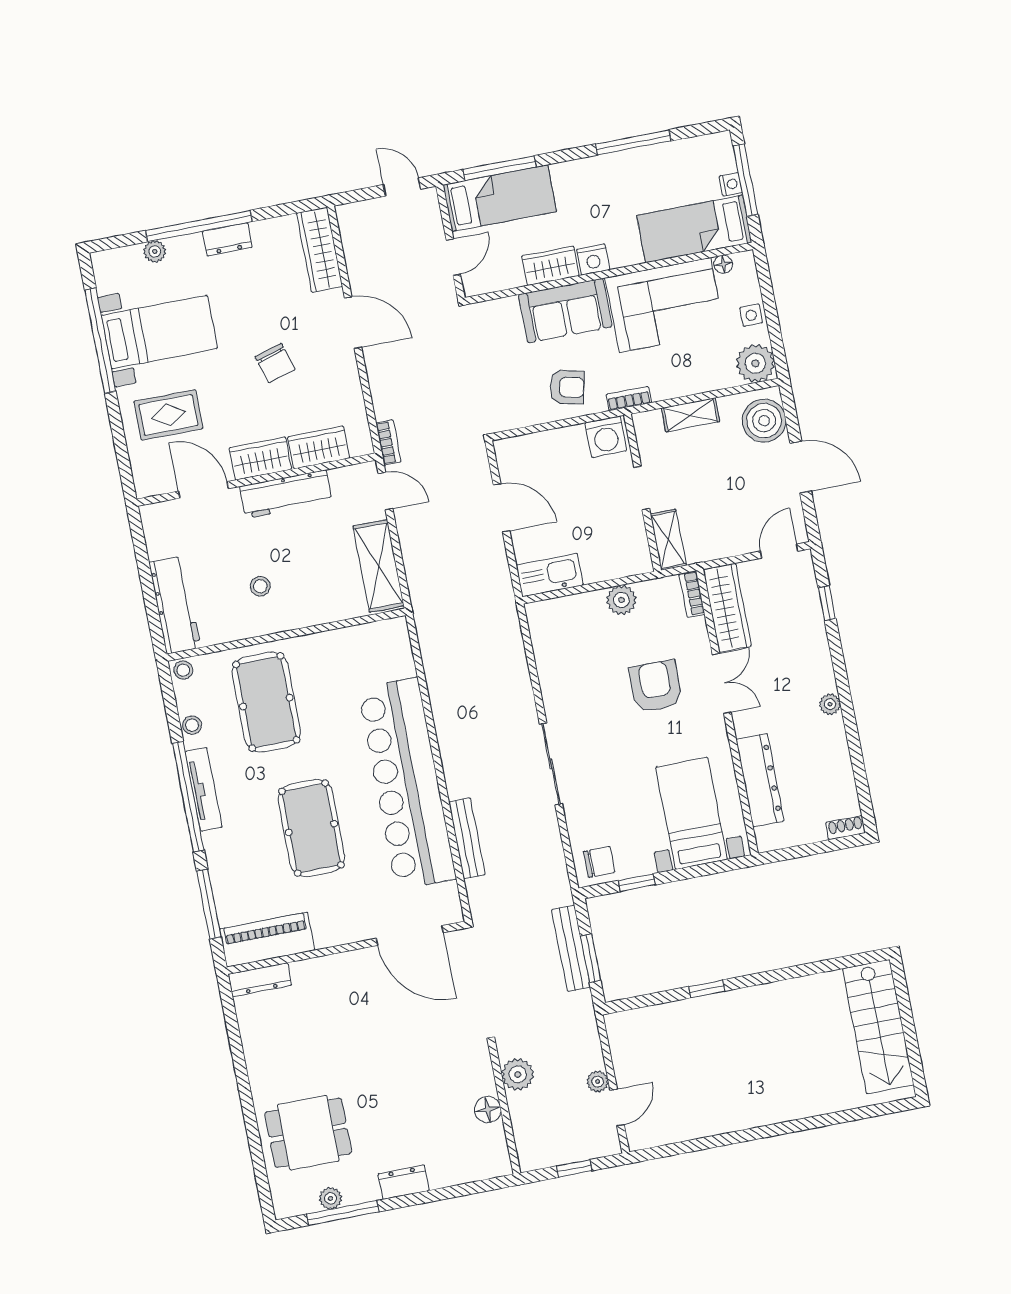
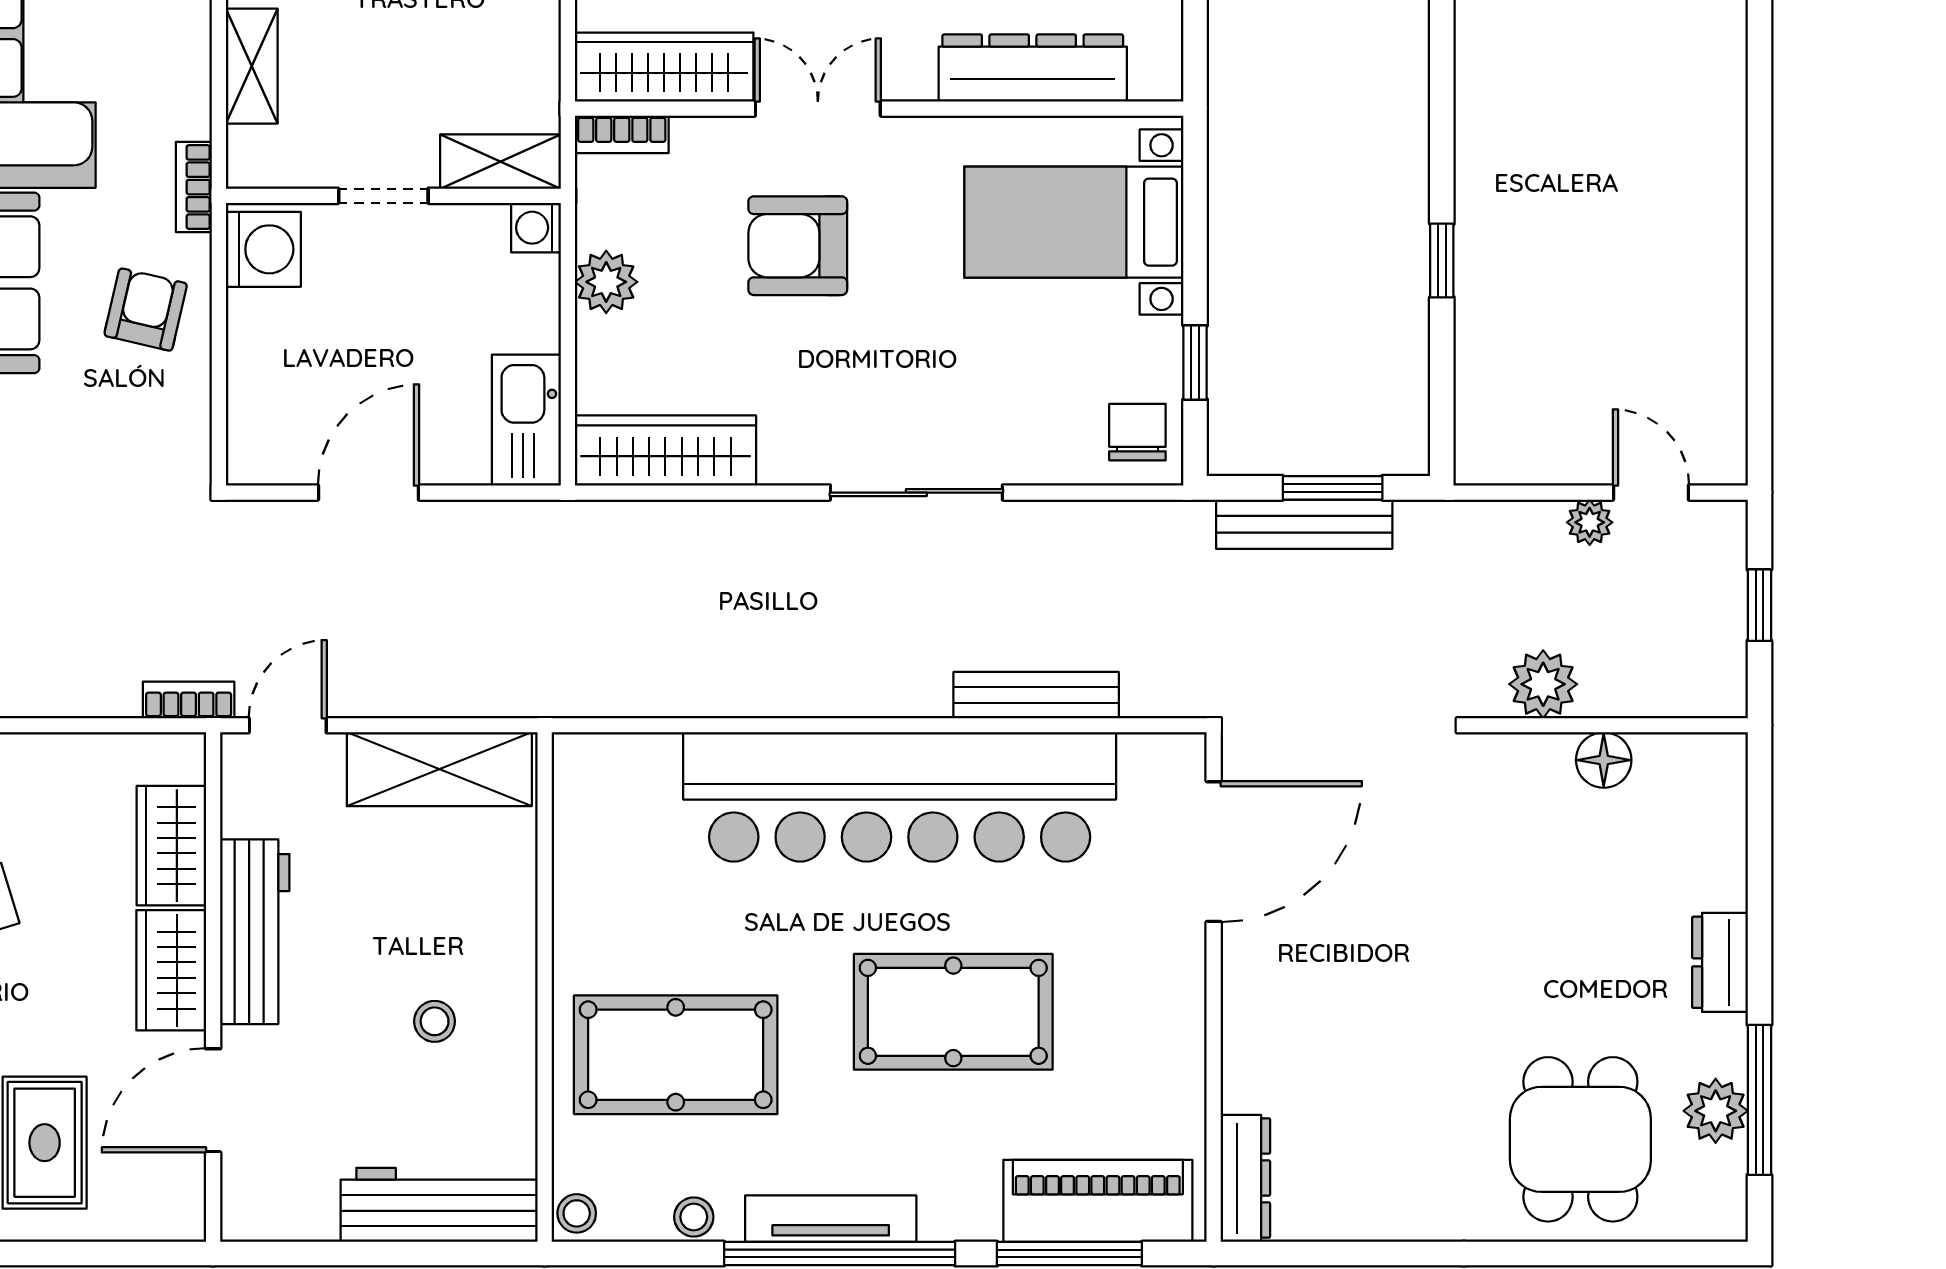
washing machine: (641, 562) -> (536, 228), added
wardrobe: (548, 643) -> (665, 451), added
piano: (267, 940) -> (1098, 1201), moved, turned 90
plant: (330, 1198) -> (1716, 1111), width x1.38, depth x1.38

